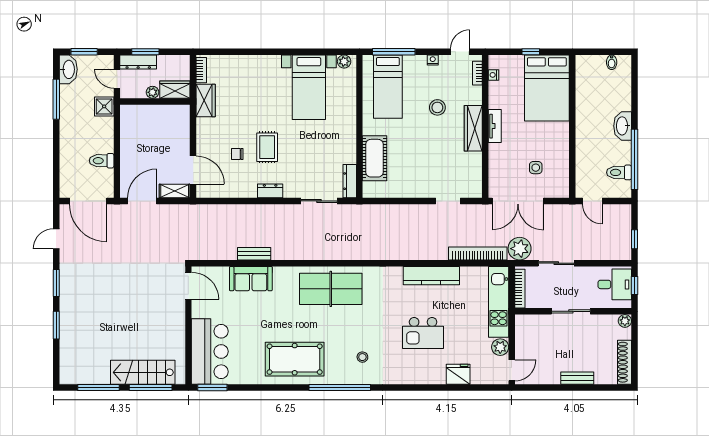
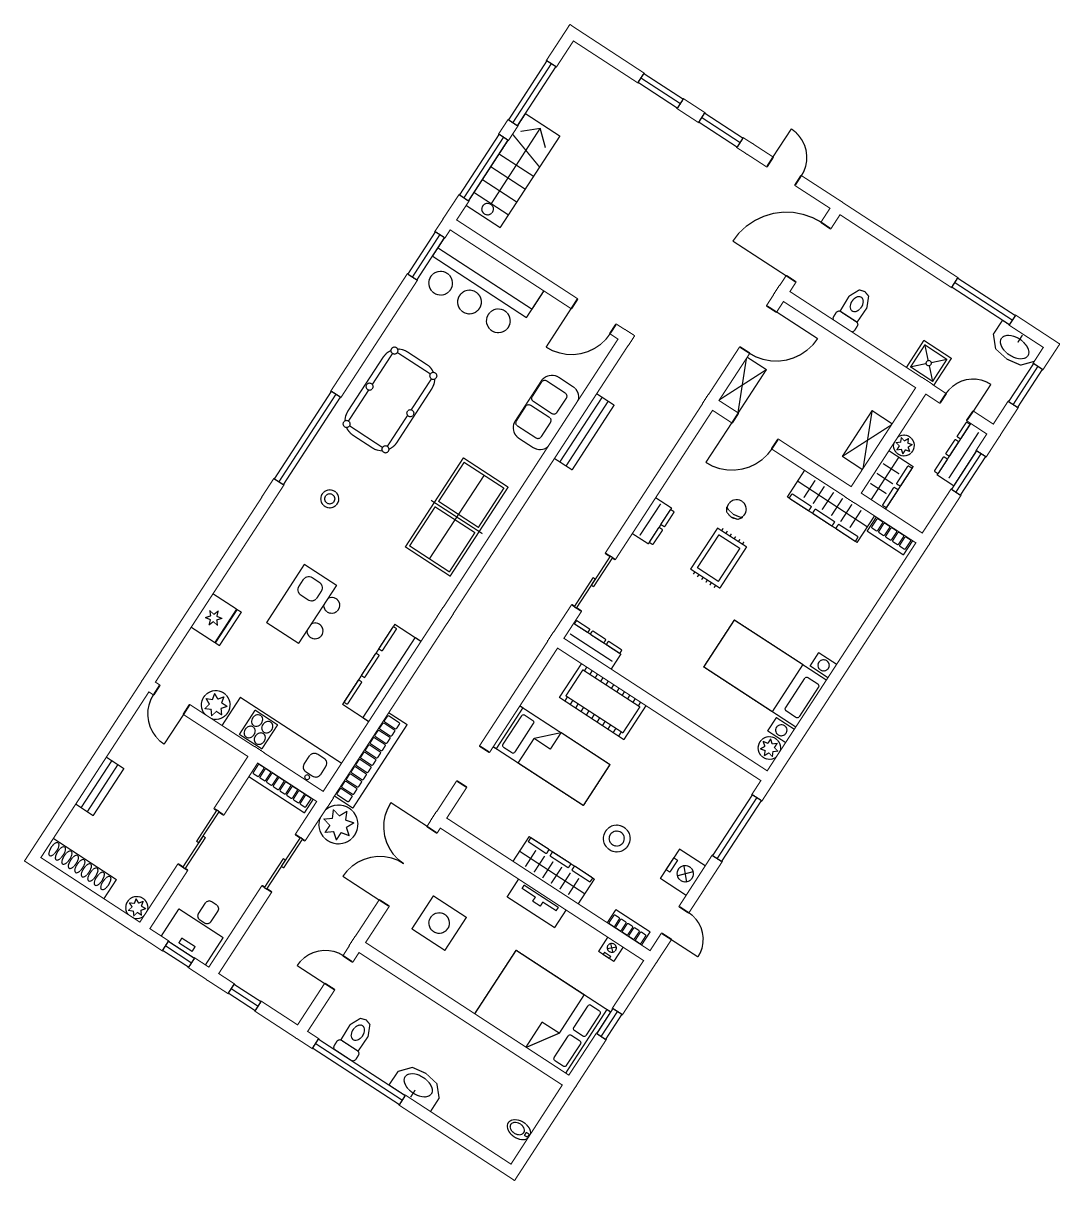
nightstand: (433, 60) -> (683, 872), width x1.89, depth x1.79
bed: (388, 87) -> (551, 756), moved, turned 180
wardrobe: (206, 100) -> (831, 506), width x1.50
shelving: (162, 112) -> (868, 440), added
rug: (267, 147) -> (719, 558), turned 90
side table: (536, 168) -> (439, 923), width x1.87, depth x1.87
door: (142, 201) -> (758, 330), hinge flipped
bench: (254, 254) -> (584, 432), width x1.36

